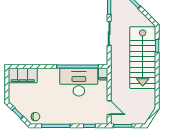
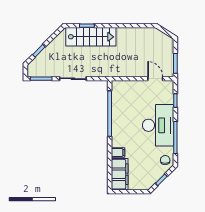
stairs: (143, 58) -> (91, 37), width x0.73, depth x0.66
filing cabinet: (103, 74) -> (118, 152), moved
desk: (79, 82) -> (158, 125), moved, turned 180
door: (109, 108) -> (155, 79), hinge flipped

